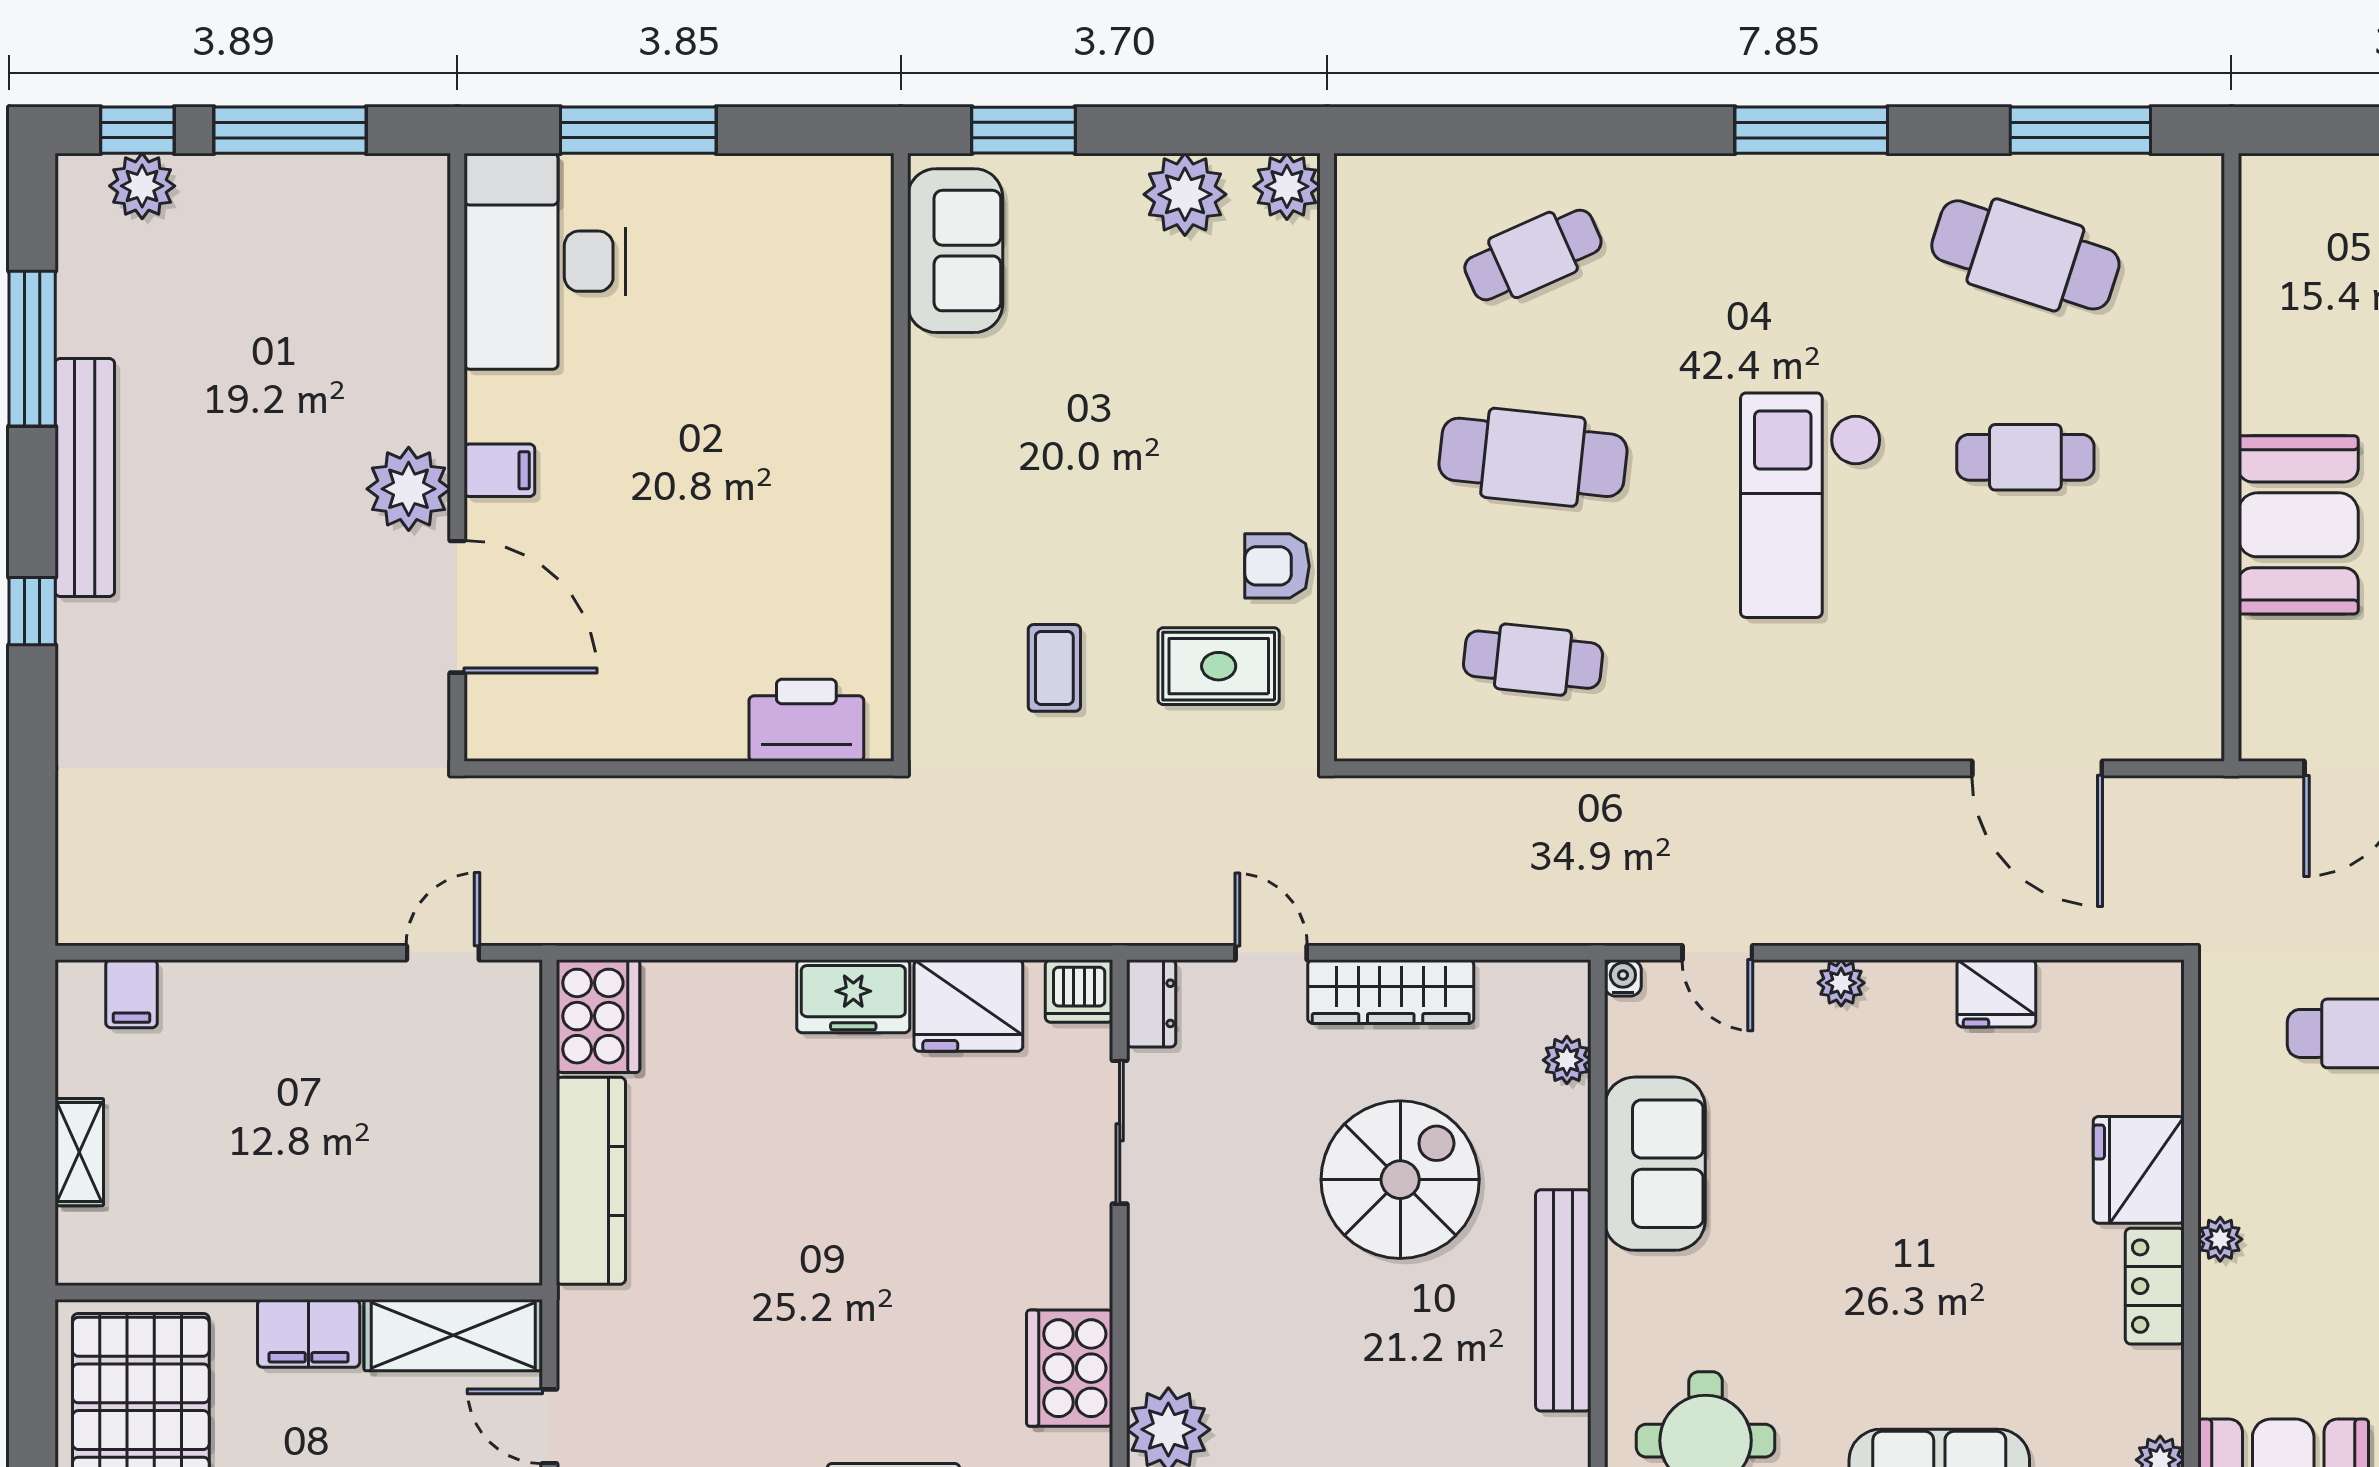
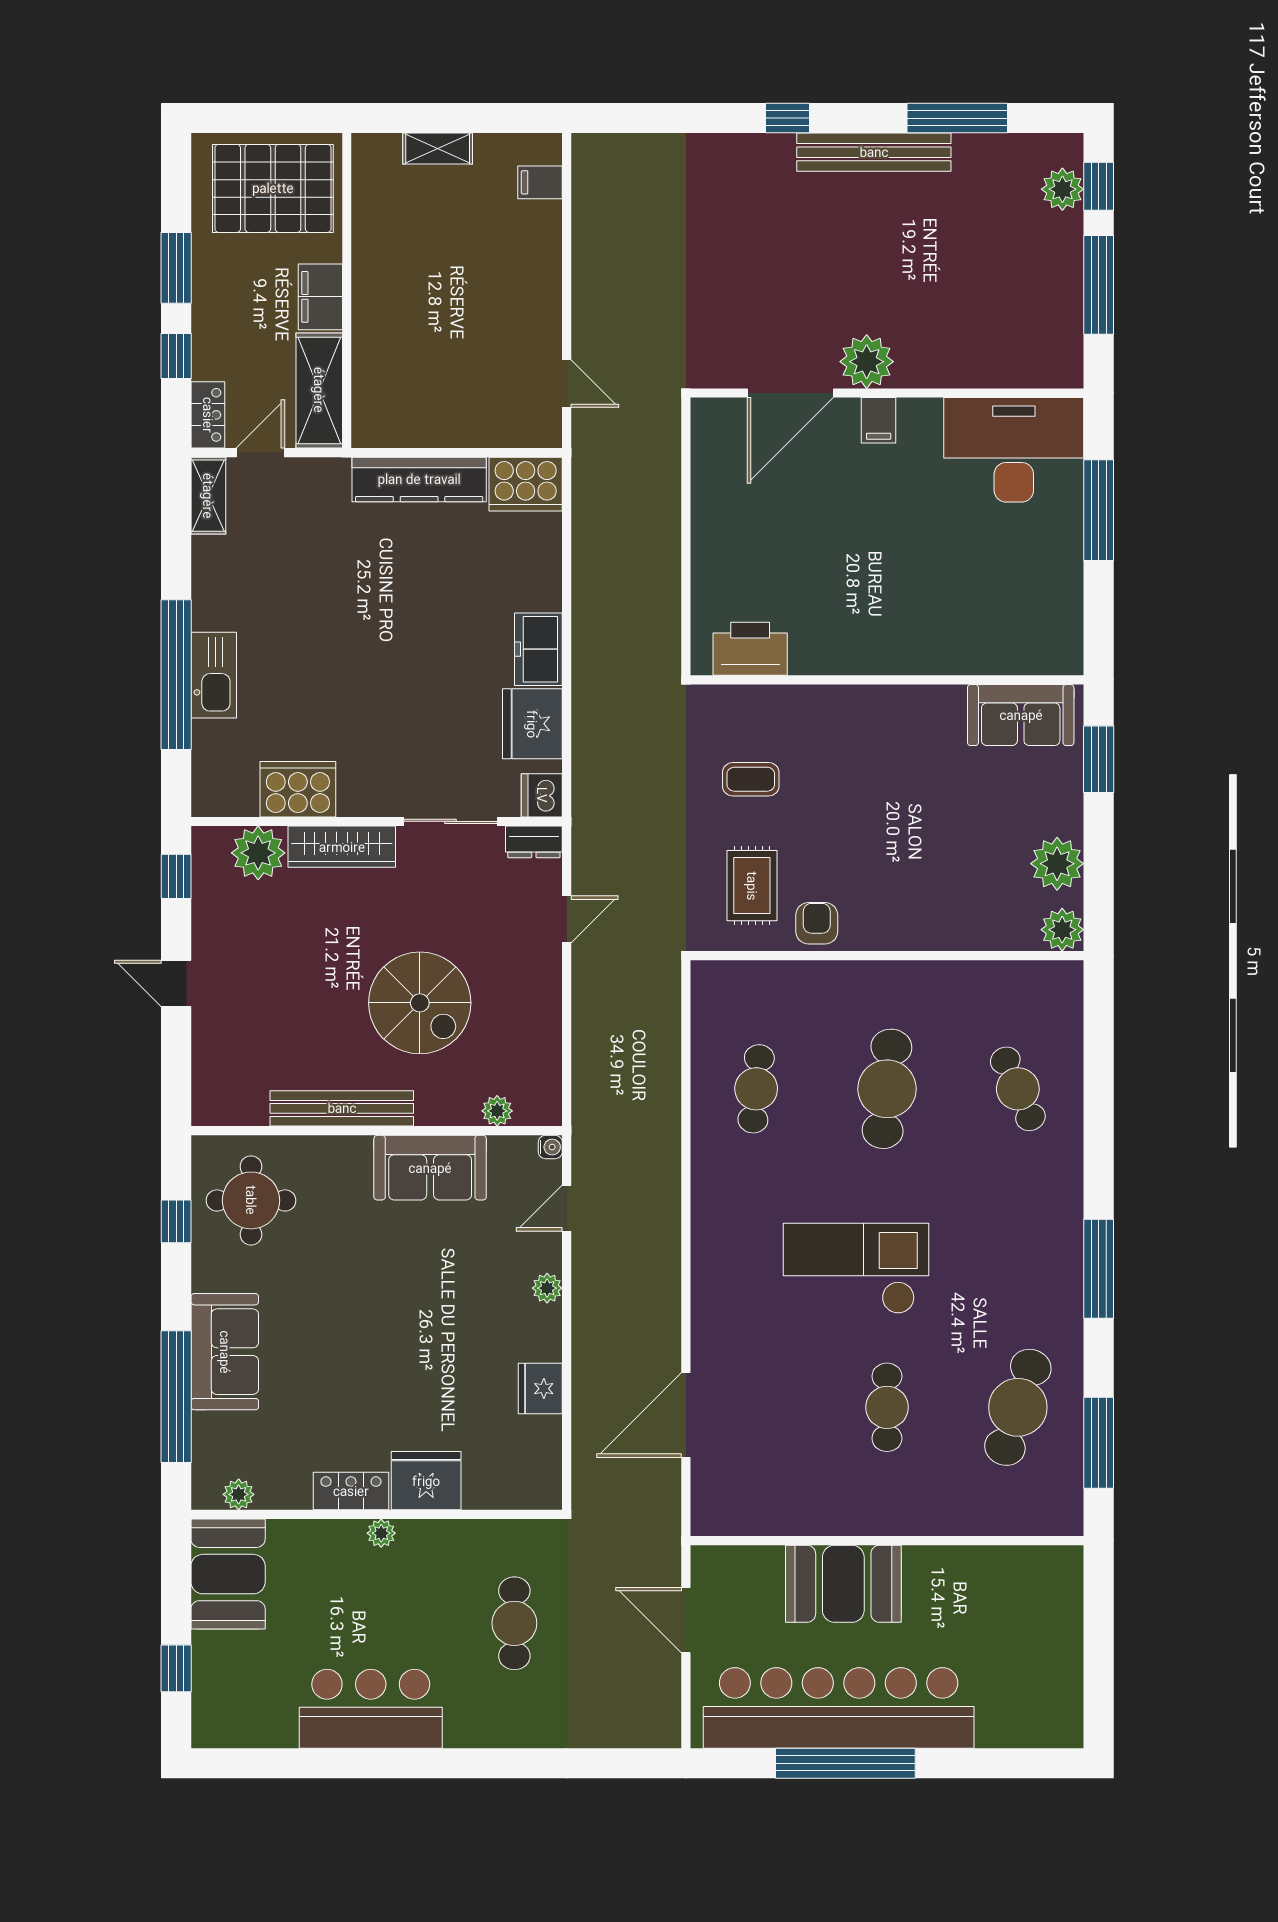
printer: (806, 720) -> (750, 649), moved, turned -90
wardrobe: (1391, 992) -> (342, 847), moved, turned -90

